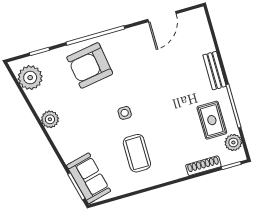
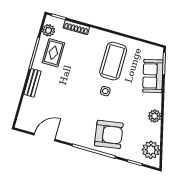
coffee table: (137, 153) -> (113, 61), width x1.36, depth x1.32
sofa: (89, 178) -> (153, 76), moved

